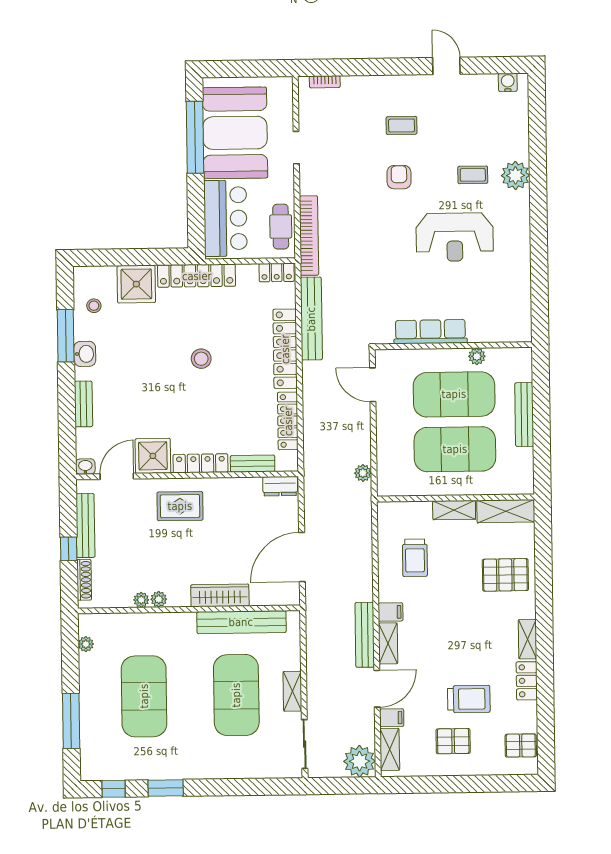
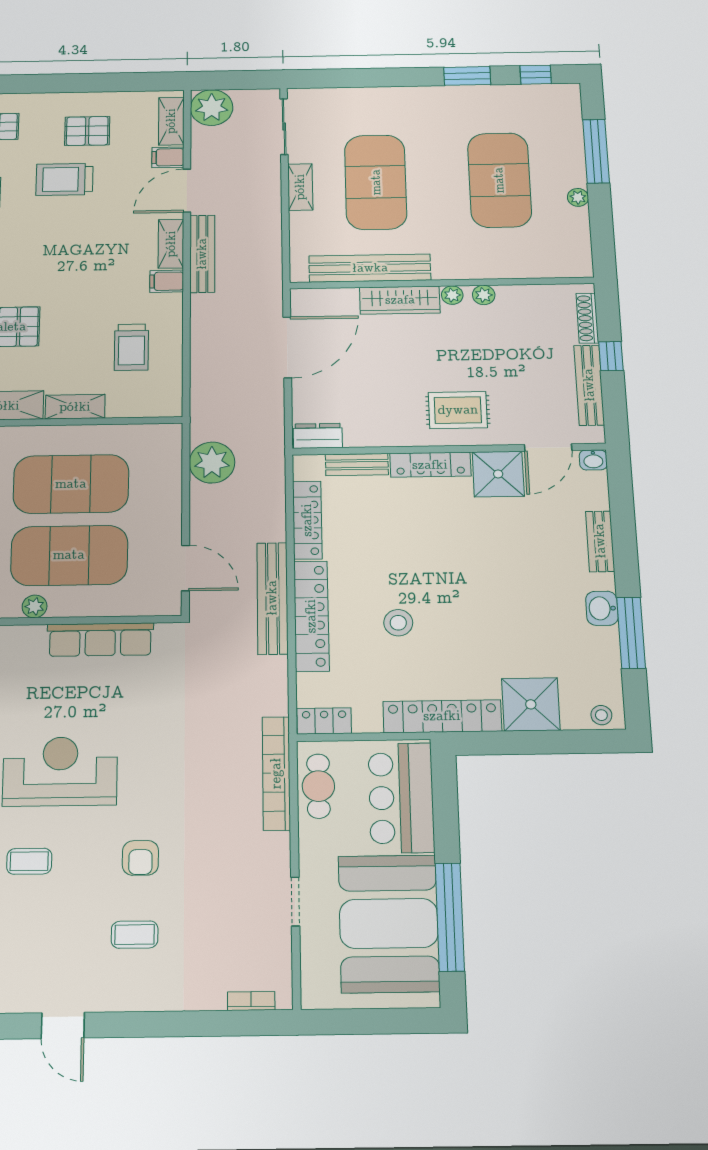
stool: (94, 306) -> (601, 715), moved
bench: (311, 319) -> (272, 598), moved
stool: (201, 359) -> (398, 623), moved
plant: (363, 473) -> (212, 463), width x1.87, depth x1.87
trolley: (415, 558) -> (131, 347), turned 180
plant: (141, 600) -> (452, 295), moved
plant: (86, 644) -> (578, 197), moved

